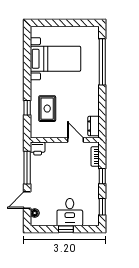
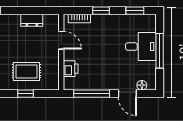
dresser: (94, 126) -> (32, 20), moved
door: (76, 140) -> (61, 40), swing flipped
printer: (38, 148) -> (71, 69), moved
window: (66, 229) -> (160, 51), width x2.17

